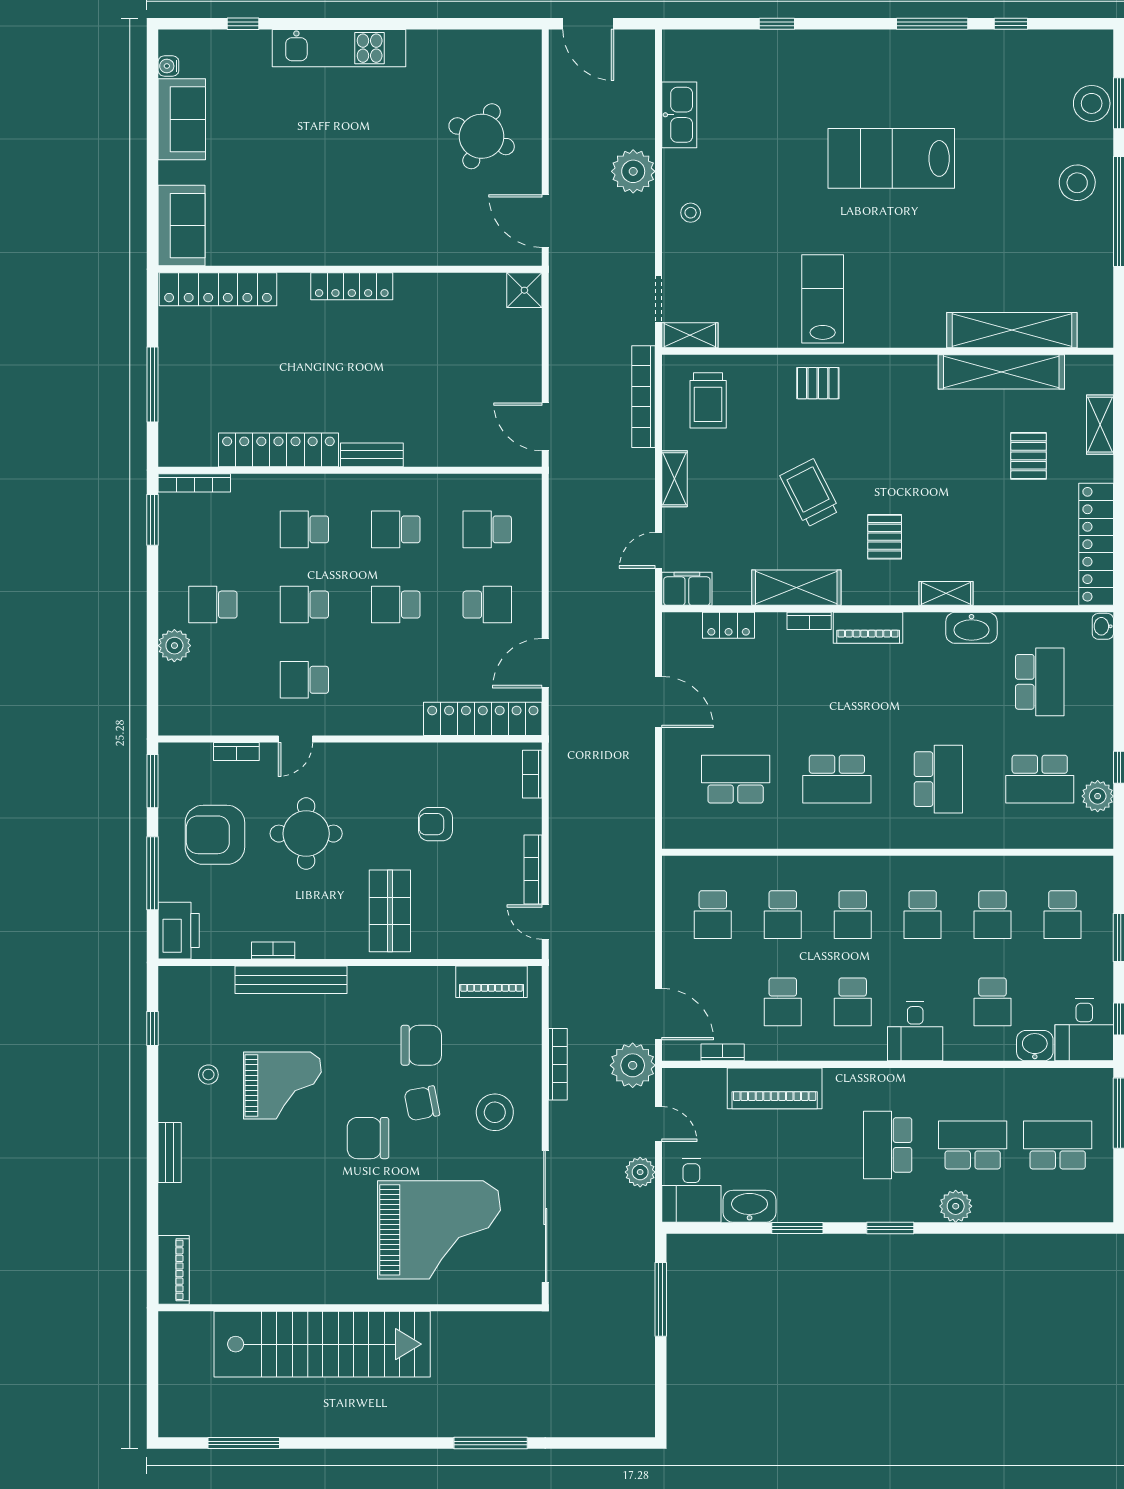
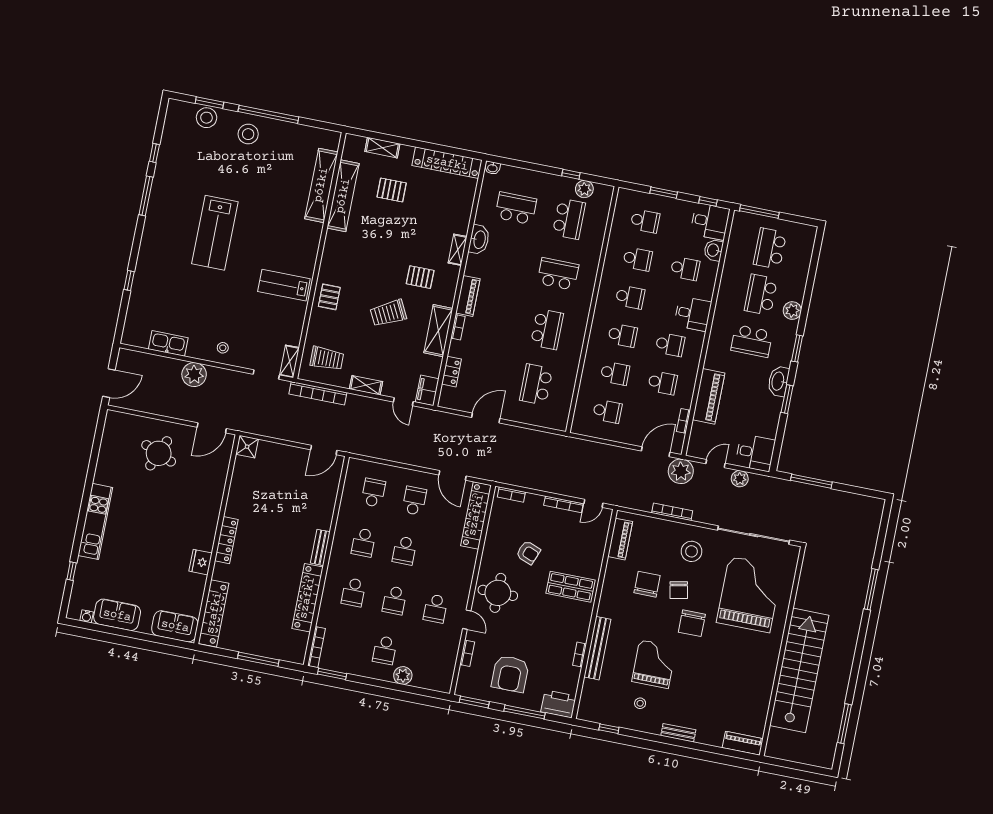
fridge: (304, 248) -> (201, 562), added
school desk: (487, 529) -> (373, 493), turned 180
armchair: (435, 824) -> (528, 553), turned -69
round table: (306, 834) -> (498, 593), moved
washbasin: (750, 1206) -> (778, 381), moved

